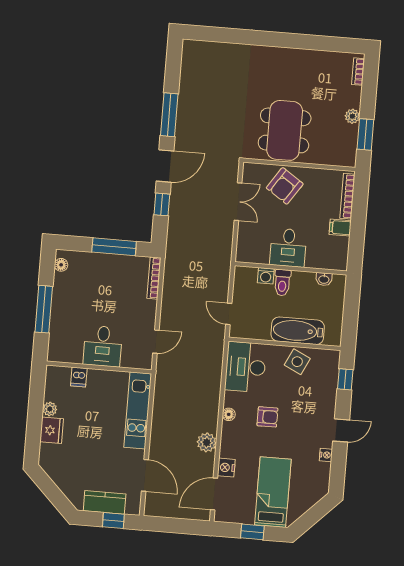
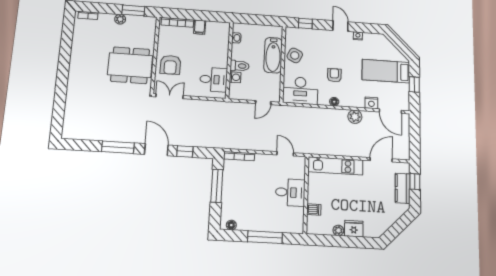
armchair: (285, 186) -> (170, 65), turned 56
double door: (238, 202) -> (170, 96), moved
desk: (288, 248) -> (214, 80), moved

